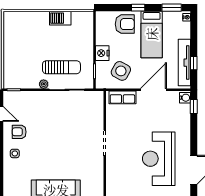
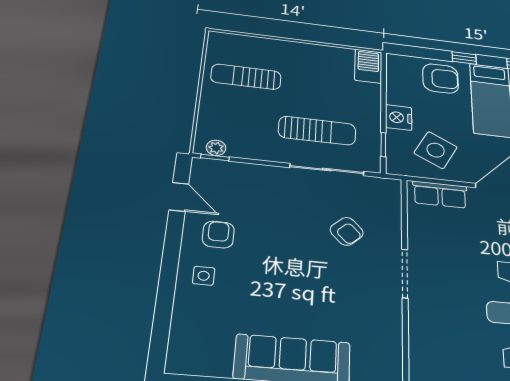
barbecue: (60, 18) -> (368, 66), moved, turned 90
sun lounger: (24, 39) -> (246, 77), added
plant: (44, 84) -> (216, 148), moved
armchair: (77, 123) -> (347, 231), added
armchair: (19, 132) -> (218, 235), turned 90

